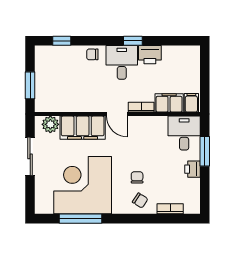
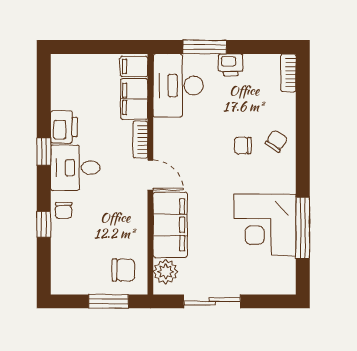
window: (62, 41) -> (44, 224), moved
chair: (52, 96) -> (124, 270), added
door: (117, 114) -> (150, 175), hinge flipped
desk: (184, 133) -> (178, 86), width x1.37
corner desk: (83, 185) -> (265, 225), width x0.74, depth x0.74
bookcase: (170, 209) -> (288, 73), moved

